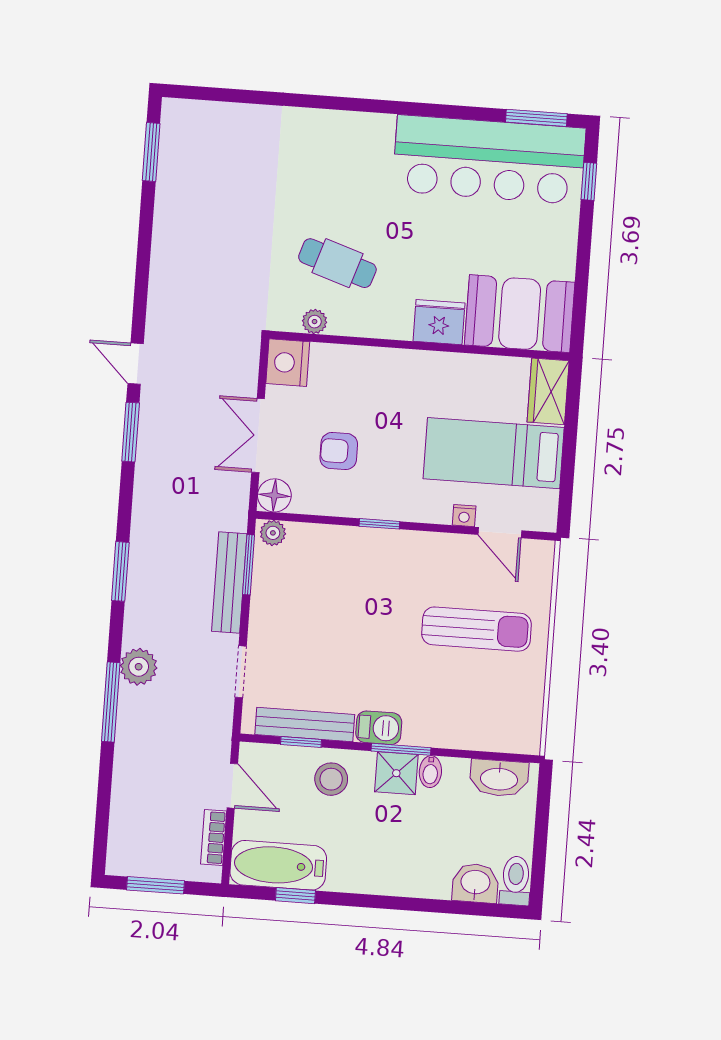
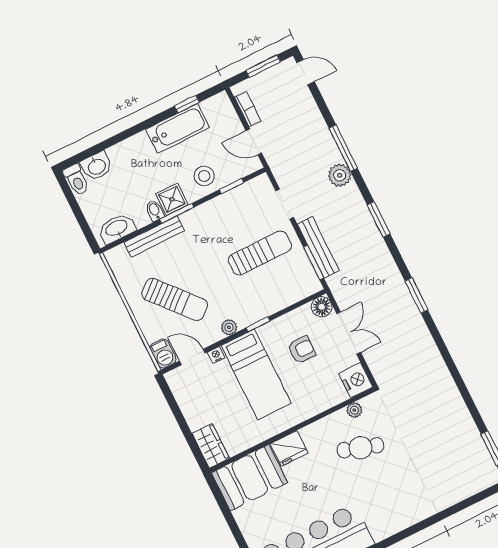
door: (136, 364) -> (306, 72), moved
bed: (494, 453) -> (256, 374), moved, turned 90
plant: (273, 533) -> (229, 327), moved
sun lounger: (317, 623) -> (260, 253), added
sun lounger: (477, 629) -> (175, 299), turned -131
bench: (305, 725) -> (154, 236), moved
barbecue: (379, 728) -> (163, 354), moved, turned -90
bathtub: (278, 865) -> (178, 128), moved

